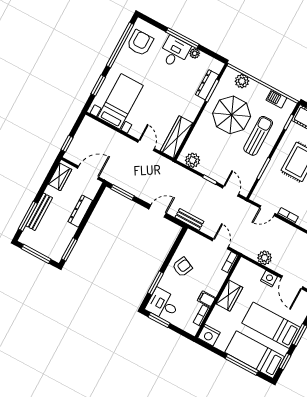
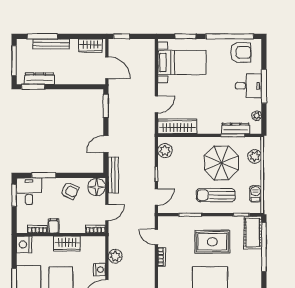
plant: (195, 53) -> (257, 116), moved
sun lounger: (258, 136) -> (216, 195), turned 180
dresser: (80, 211) -> (39, 79), moved
door: (157, 211) -> (106, 144), swing flipped
bench: (189, 219) -> (113, 175), width x1.36
floor lamp: (192, 241) -> (97, 187), added

